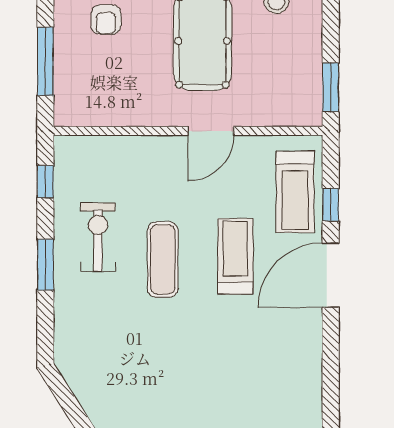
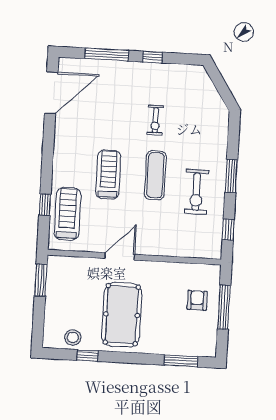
armchair: (106, 20) -> (197, 300), moved
treadmill: (235, 256) -> (108, 175), turned 180
door: (331, 275) -> (51, 93), moved
exercise bike: (168, 344) -> (155, 120), added

